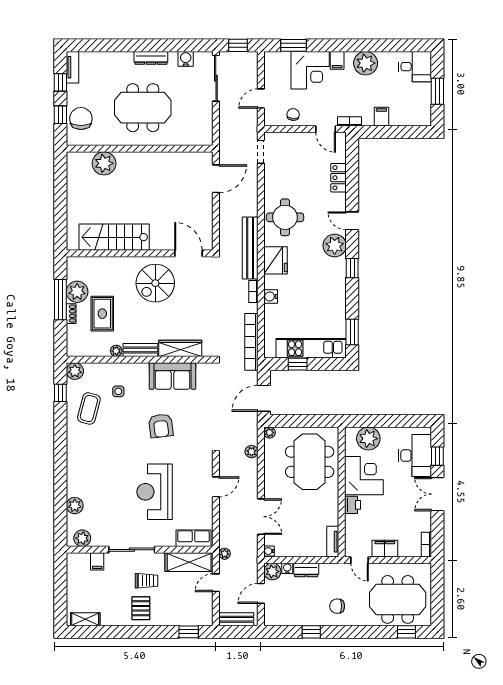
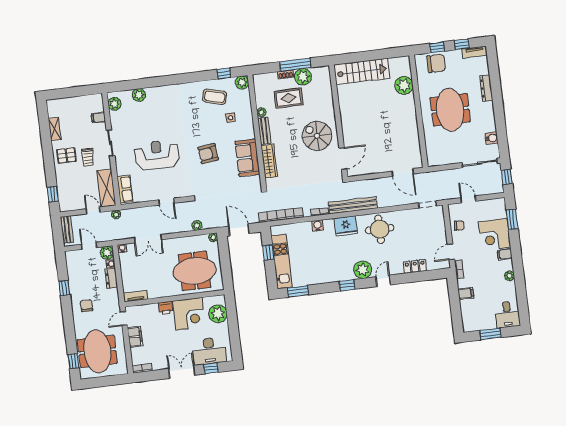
dresser: (151, 58) -> (486, 88), moved
plant: (366, 63) -> (509, 276), width x0.53, depth x0.53
stairs: (114, 237) -> (362, 71), moved, turned 90
sliding door: (132, 550) -> (111, 143), width x0.73
shelving: (85, 619) -> (55, 129), moved

